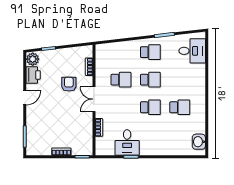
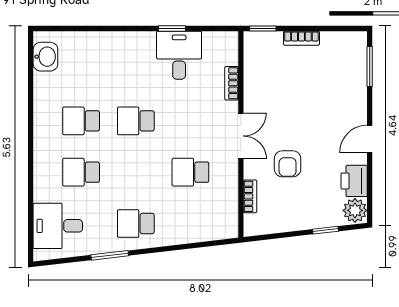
school desk: (150, 80) -> (81, 172), moved

